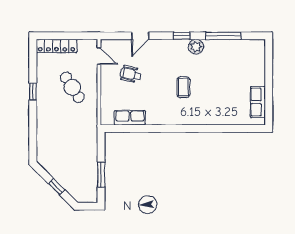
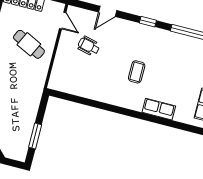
plant: (196, 47) -> (159, 36), removed
cafe table: (72, 87) -> (29, 44), turned -31
row of seats: (130, 118) -> (159, 109), moved

